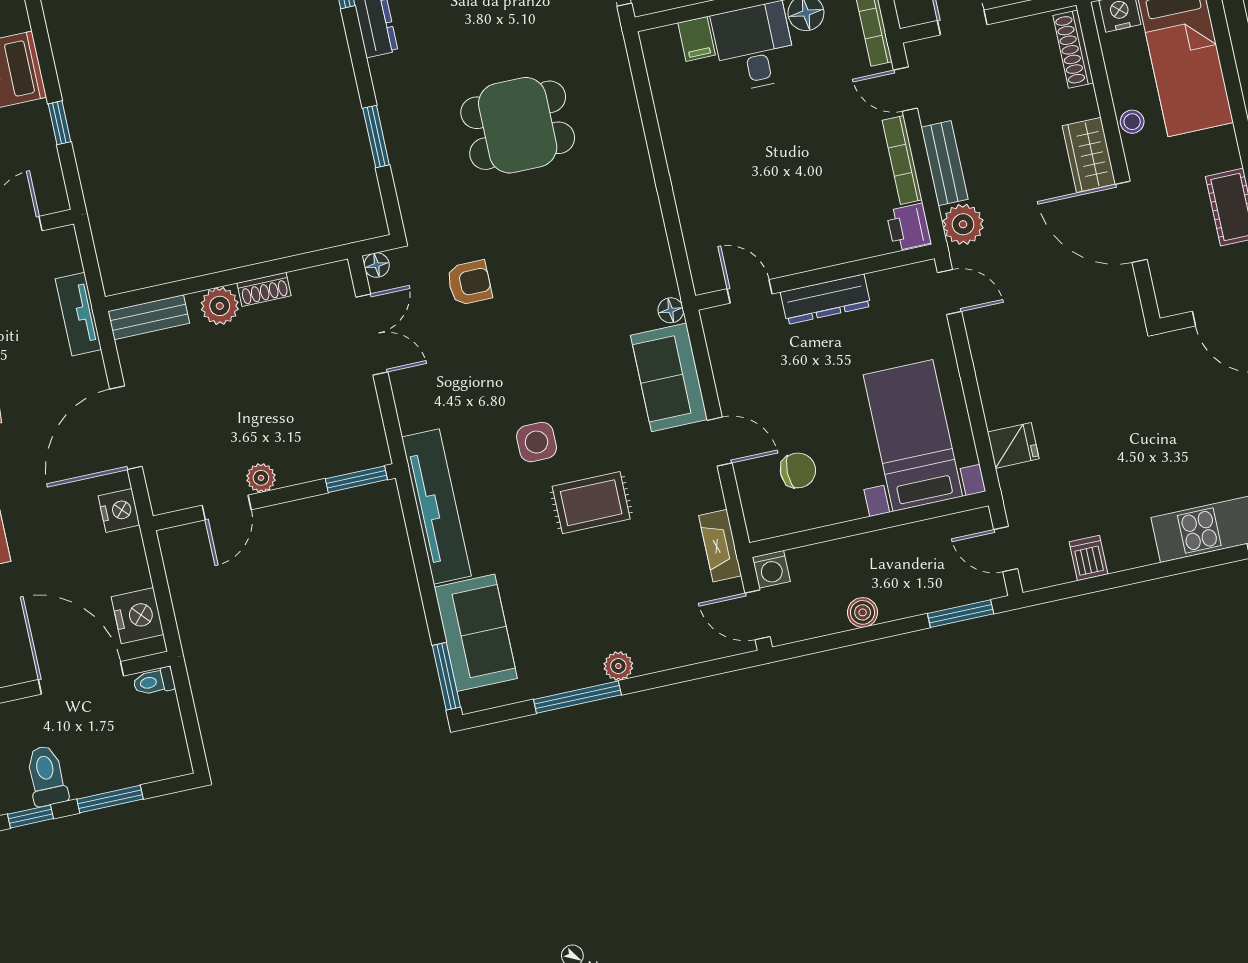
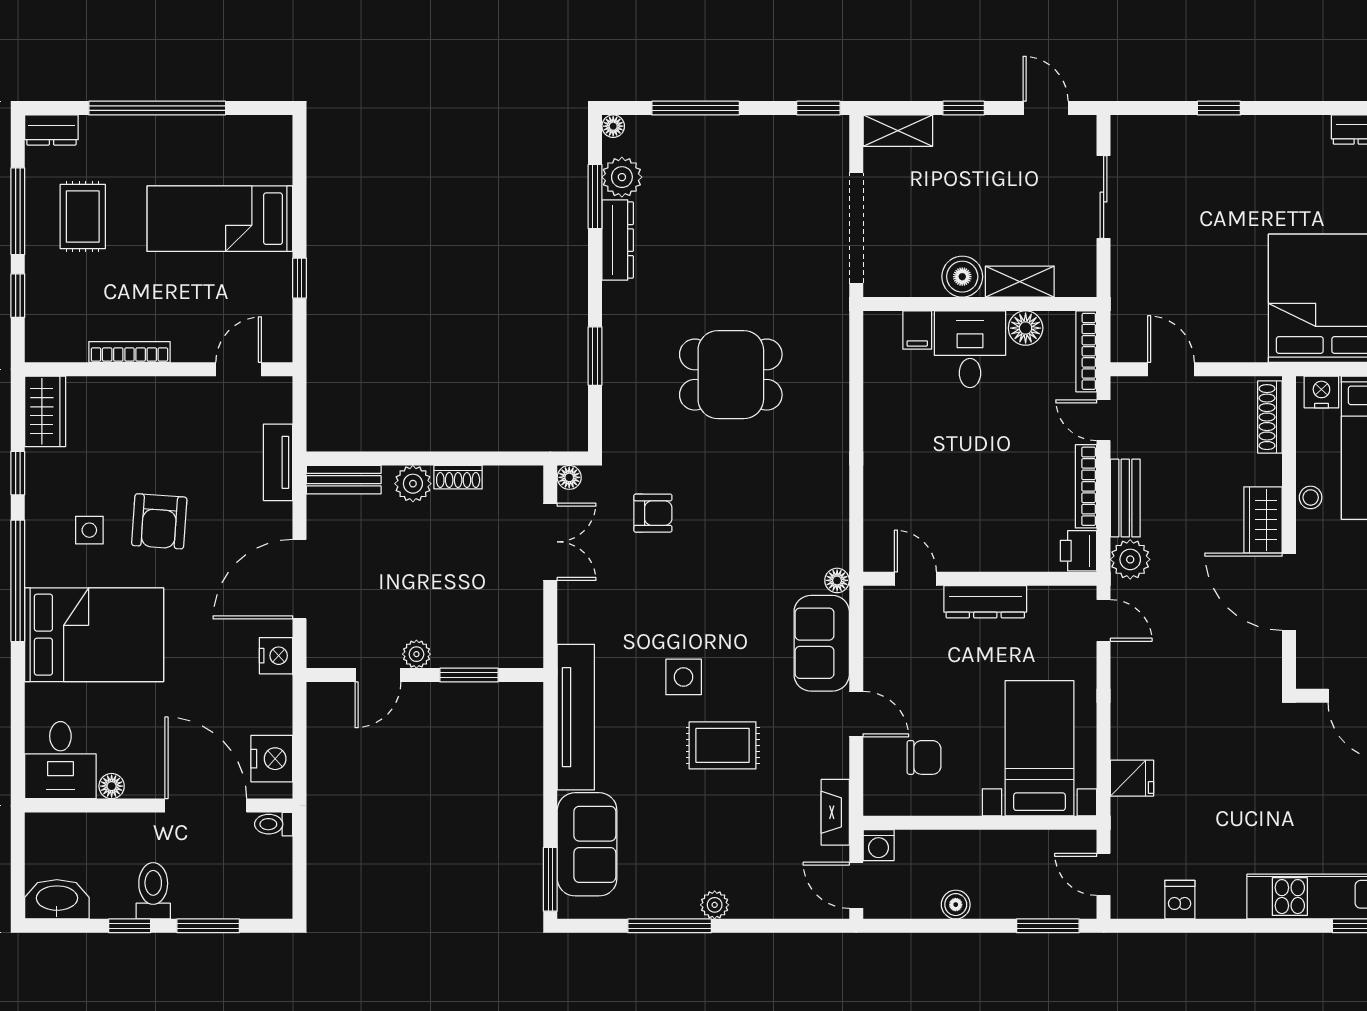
window: (356, 479) -> (469, 675), moved

